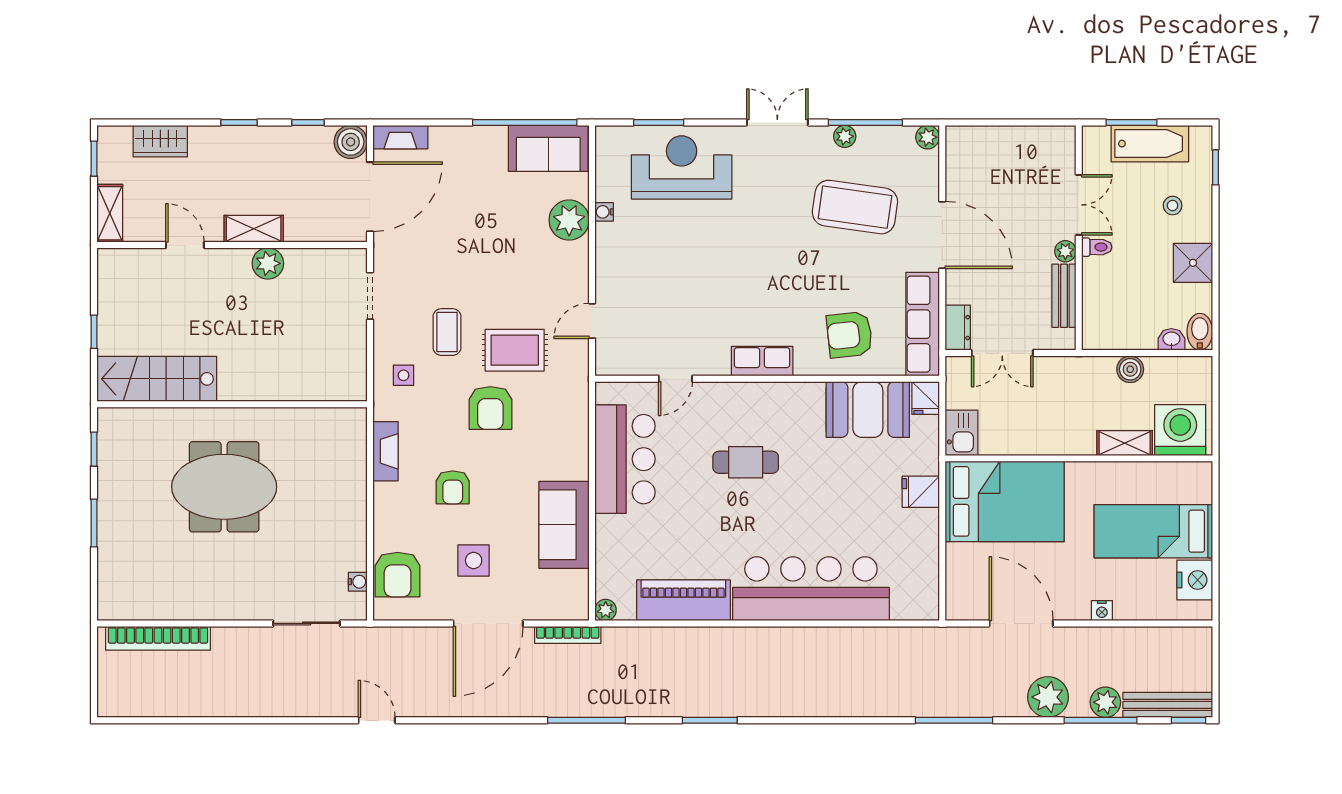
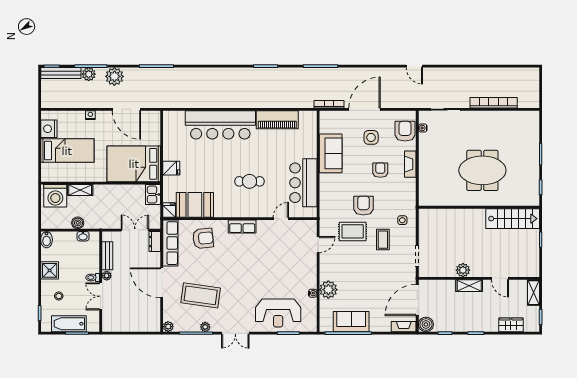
sofa: (548, 148) -> (351, 322), moved
washbasin: (1171, 339) -> (83, 236), moved
fireplace: (386, 451) -> (410, 164), moved
plant: (606, 610) -> (312, 115), removed
bookcase: (158, 638) -> (494, 103), moved

